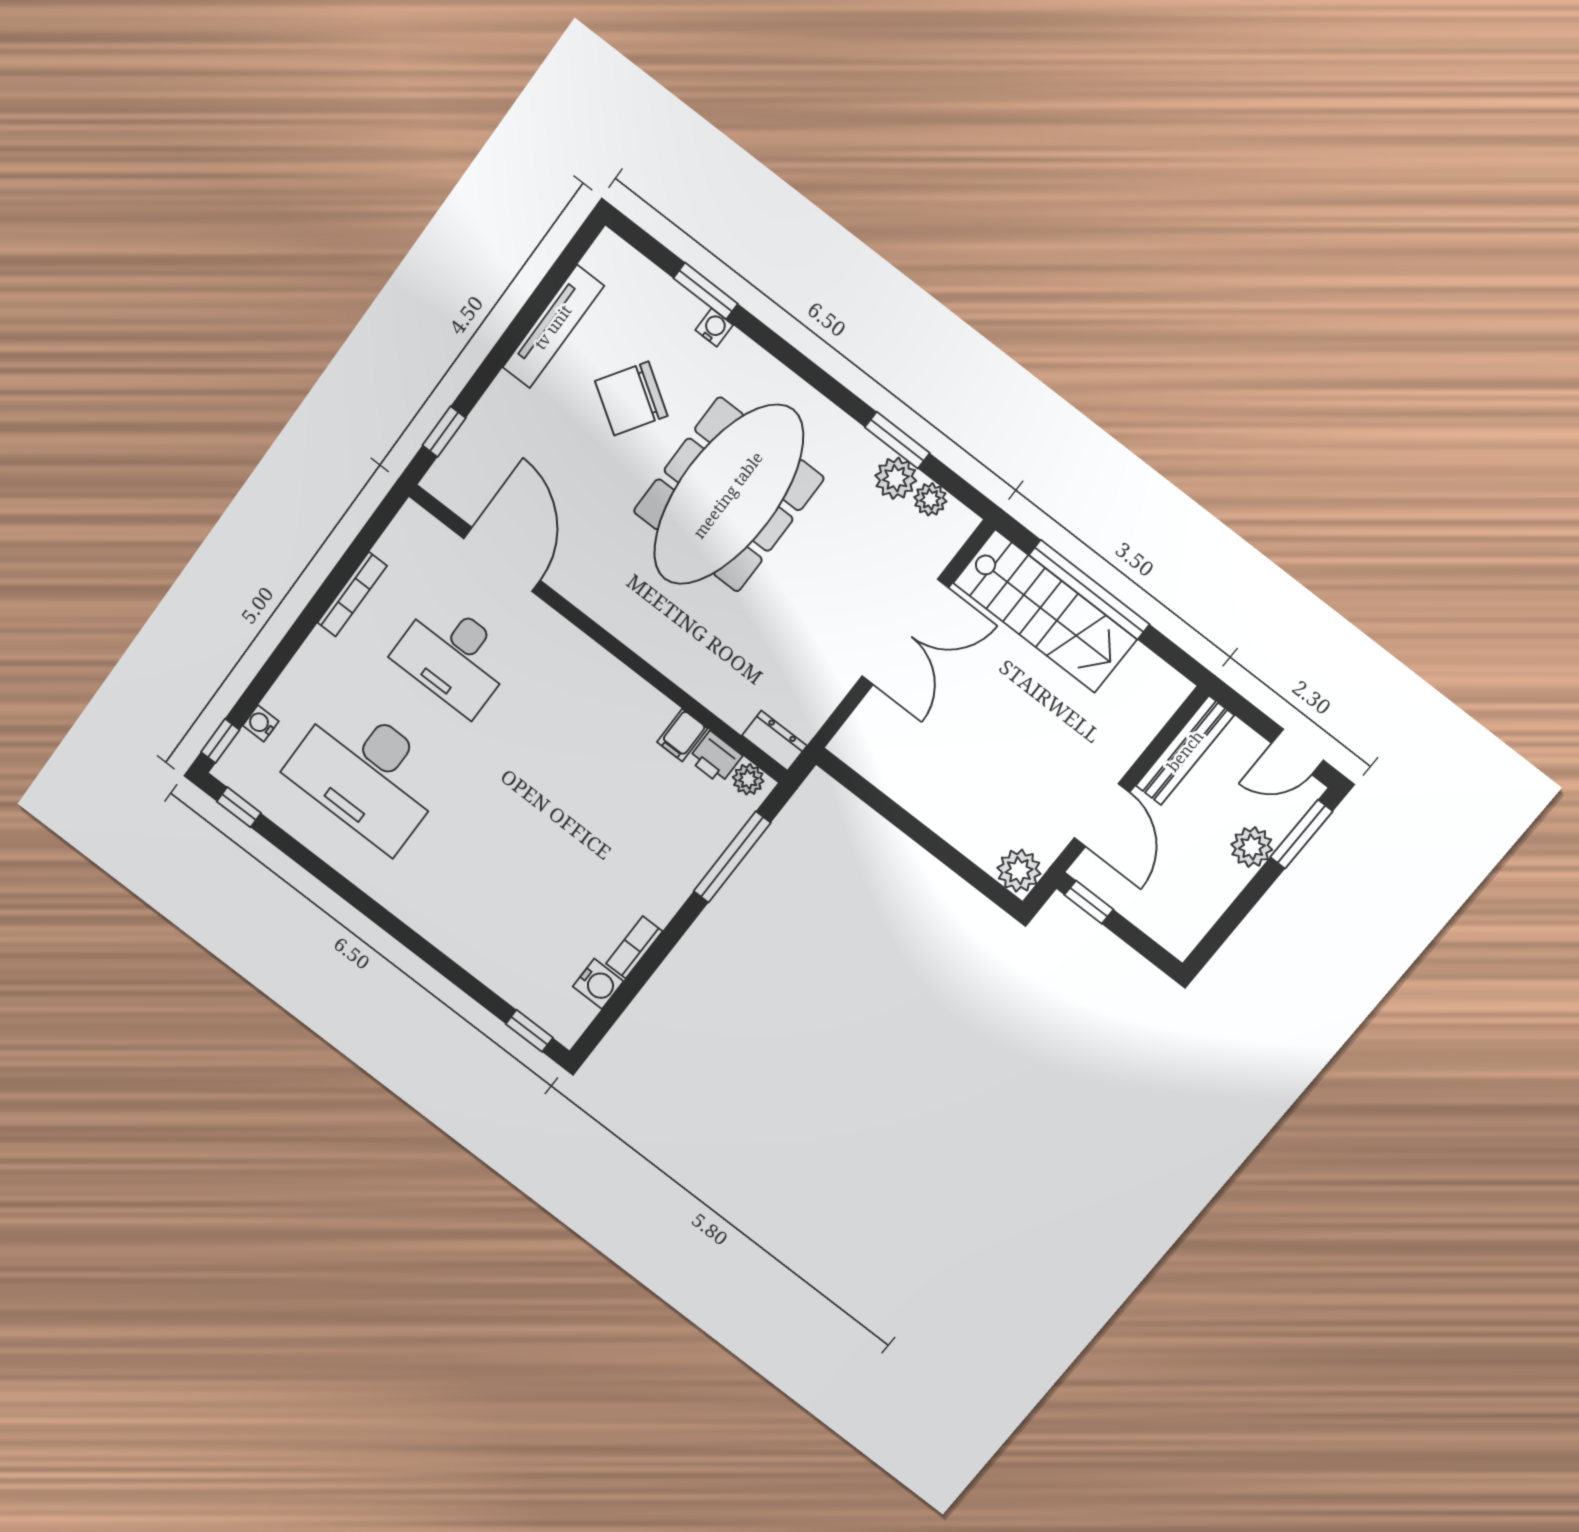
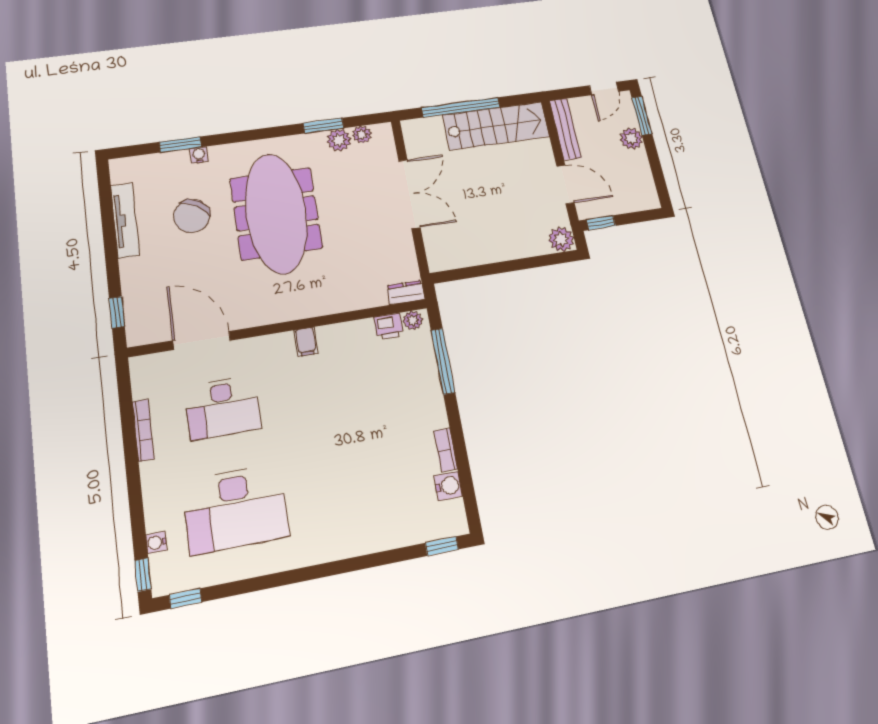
stairs: (1045, 611) -> (496, 126), moved
filing cabinet: (682, 735) -> (306, 342), moved

